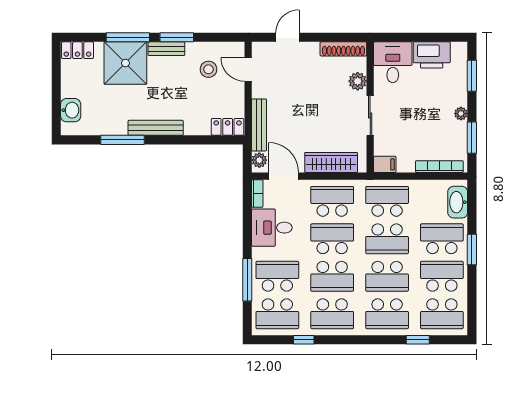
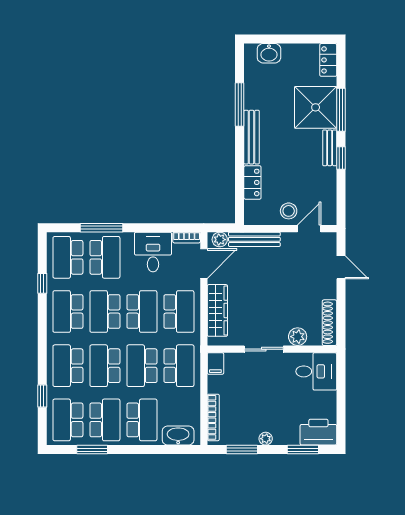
window: (177, 37) -> (341, 158), width x0.67
printer: (432, 55) -> (318, 432), moved, turned 90
stool: (209, 69) -> (289, 211), moved
locker: (228, 127) -> (252, 182), moved
window: (472, 250) -> (92, 450), moved

